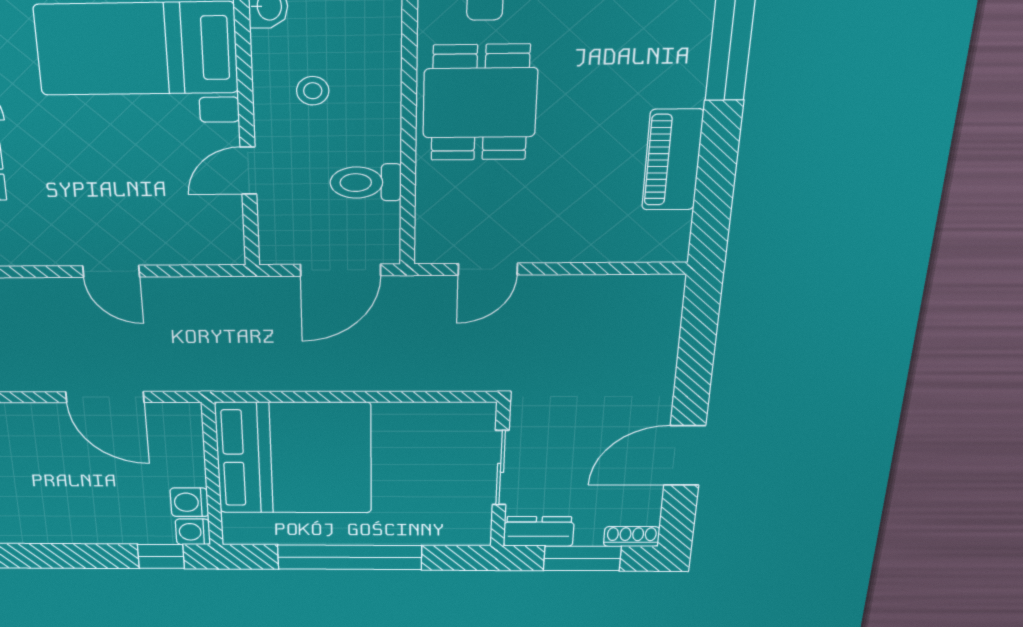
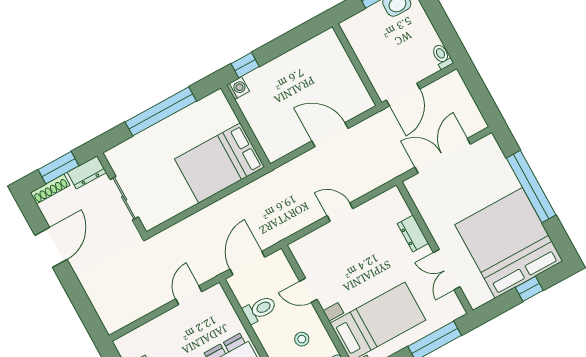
door: (248, 171) -> (308, 290), swing flipped
door: (105, 397) -> (330, 135), moved
bed: (294, 458) -> (220, 163), width x0.73
washing machine: (189, 502) -> (248, 105), removed
shoe rack: (632, 537) -> (50, 189), width x1.43

